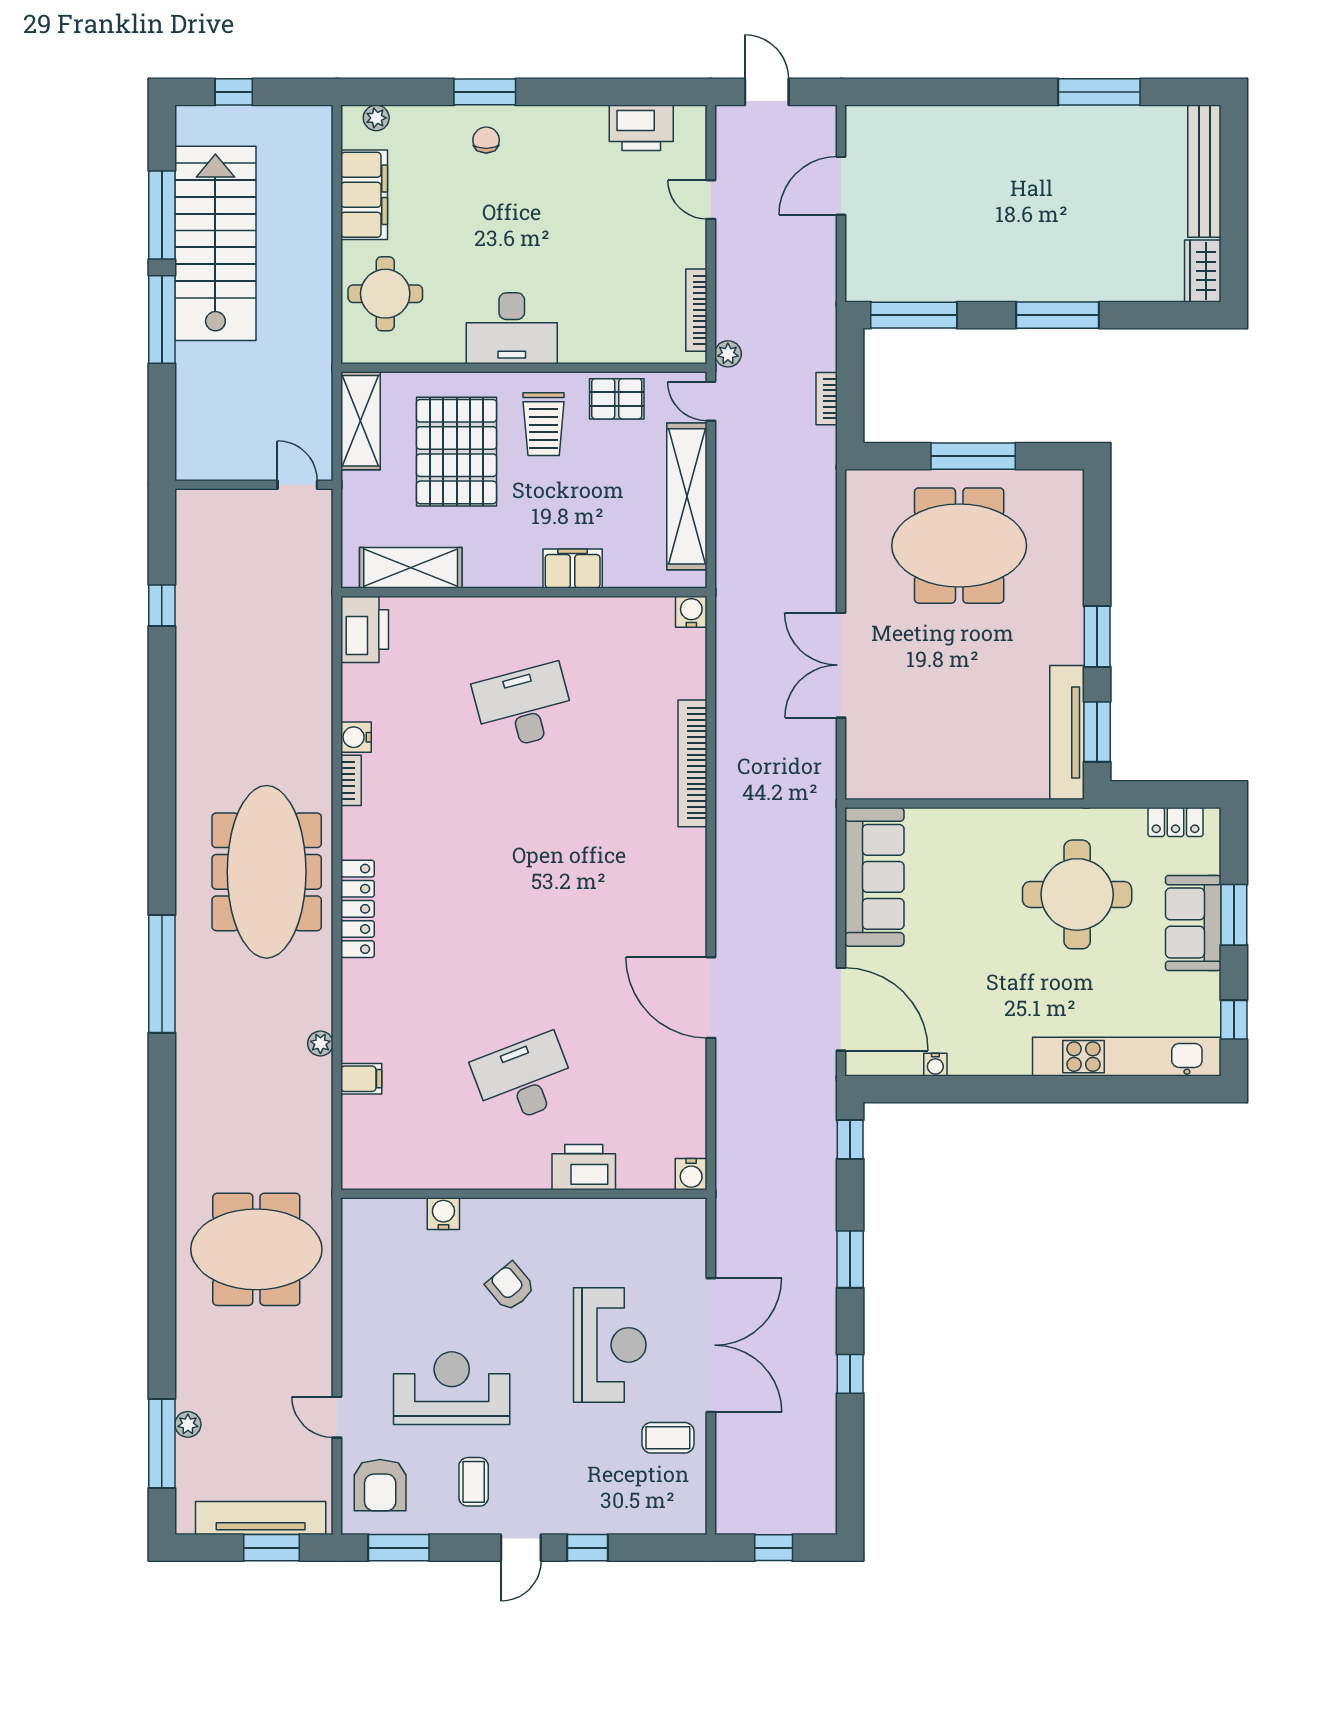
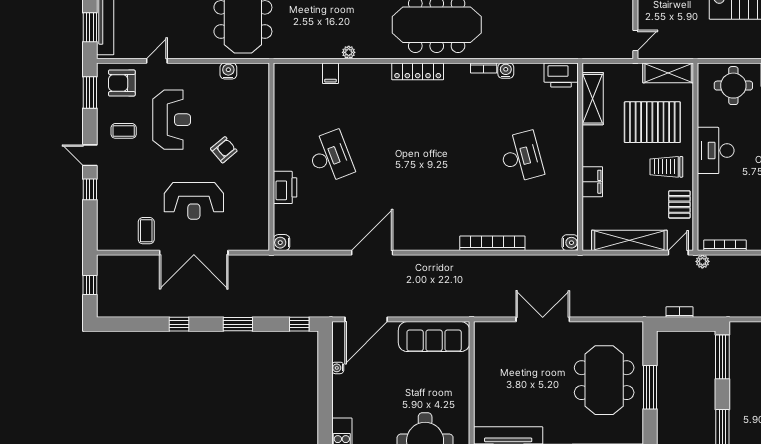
water cooler: (443, 1214) -> (228, 71), moved, turned -90

